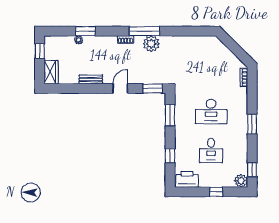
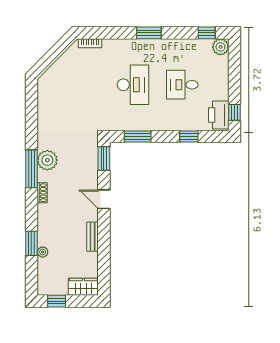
desk: (211, 151) -> (182, 85), turned 180
window: (216, 192) -> (234, 112), moved

